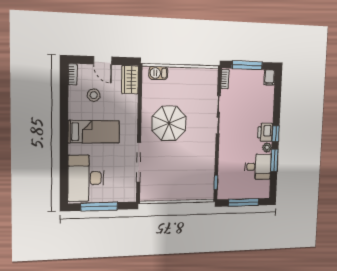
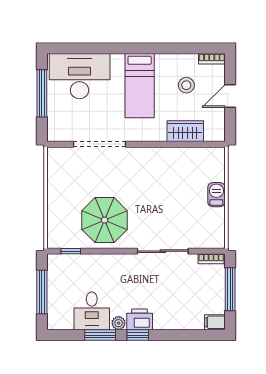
barbecue: (158, 73) -> (216, 195), moved
wardrobe: (130, 80) -> (185, 131), moved
parasol: (169, 124) -> (105, 220), moved

